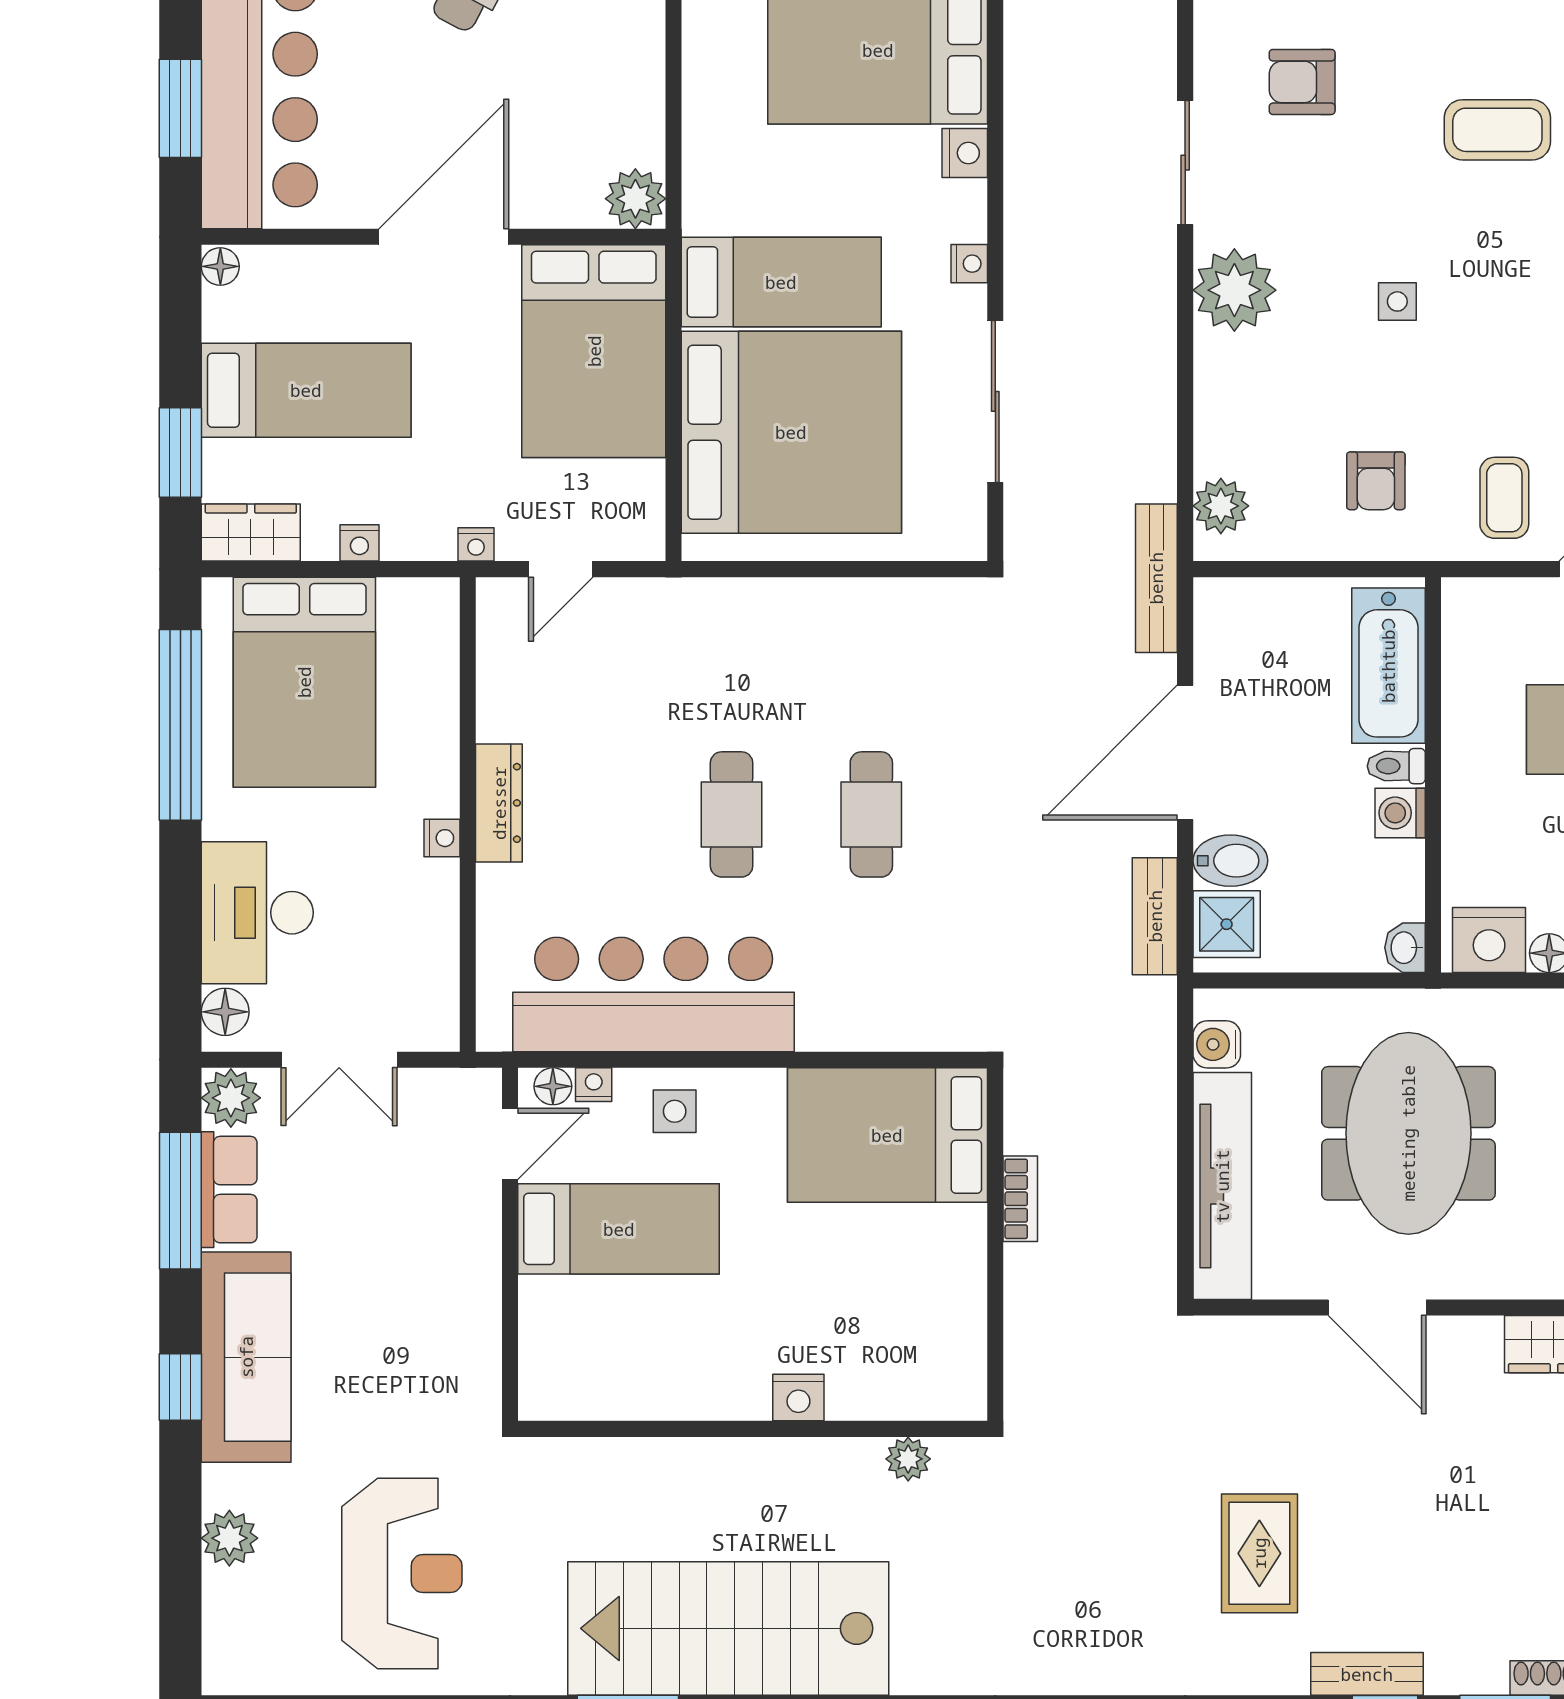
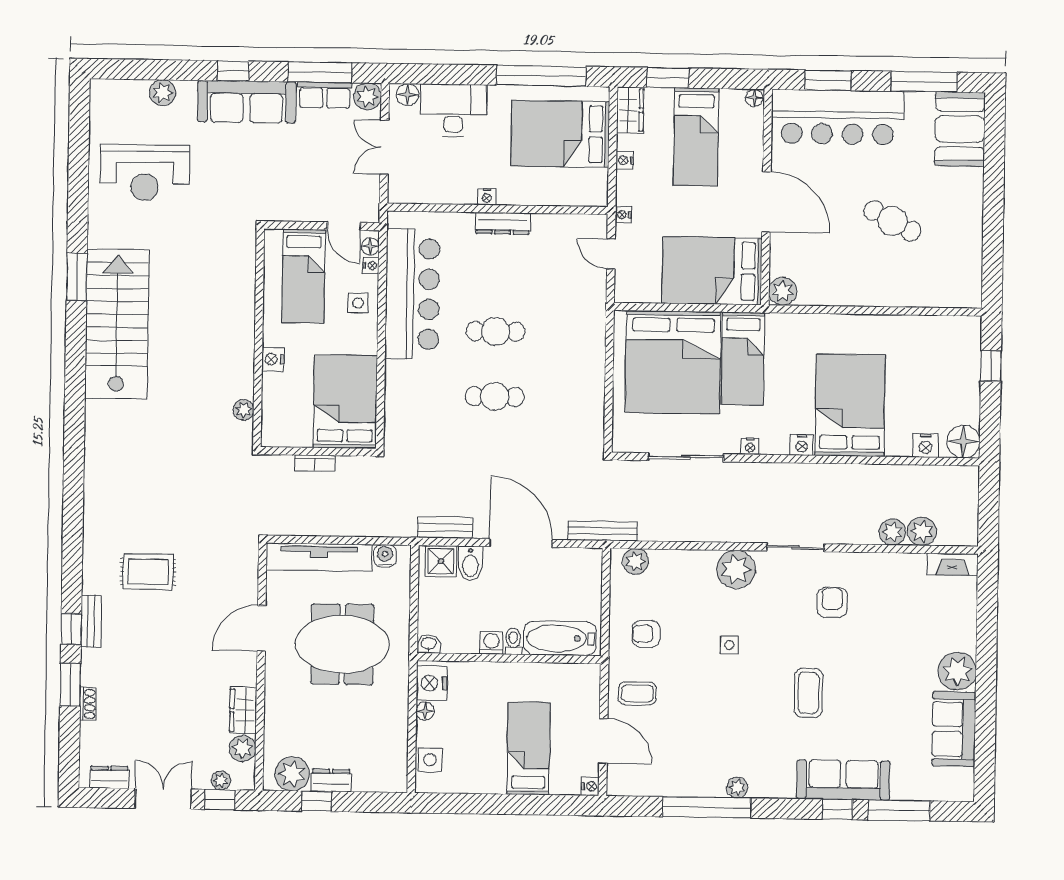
nightstand: (798, 1397) -> (273, 359), moved
wall: (753, 1429) -> (259, 338), moved
plant: (908, 1459) -> (243, 410), moved

